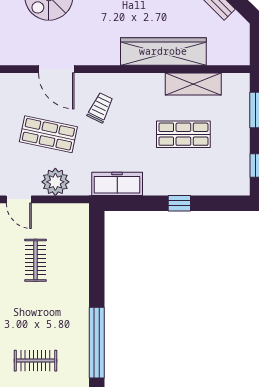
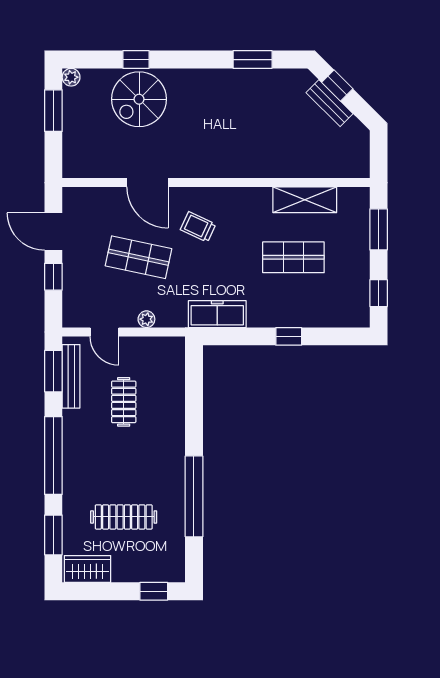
wardrobe: (163, 51) -> (270, 162), removed
trolley: (100, 108) -> (198, 227), turned -91
plant: (55, 182) -> (146, 319), width x0.53, depth x0.53
clothes rail: (35, 361) -> (124, 517), width x1.36

